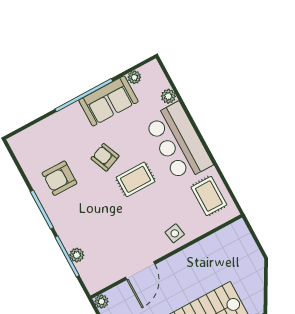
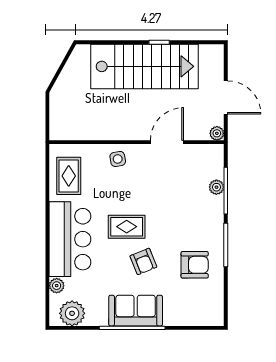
plant: (134, 77) -> (72, 313), width x1.87, depth x1.87
sofa: (108, 101) -> (136, 311), moved

